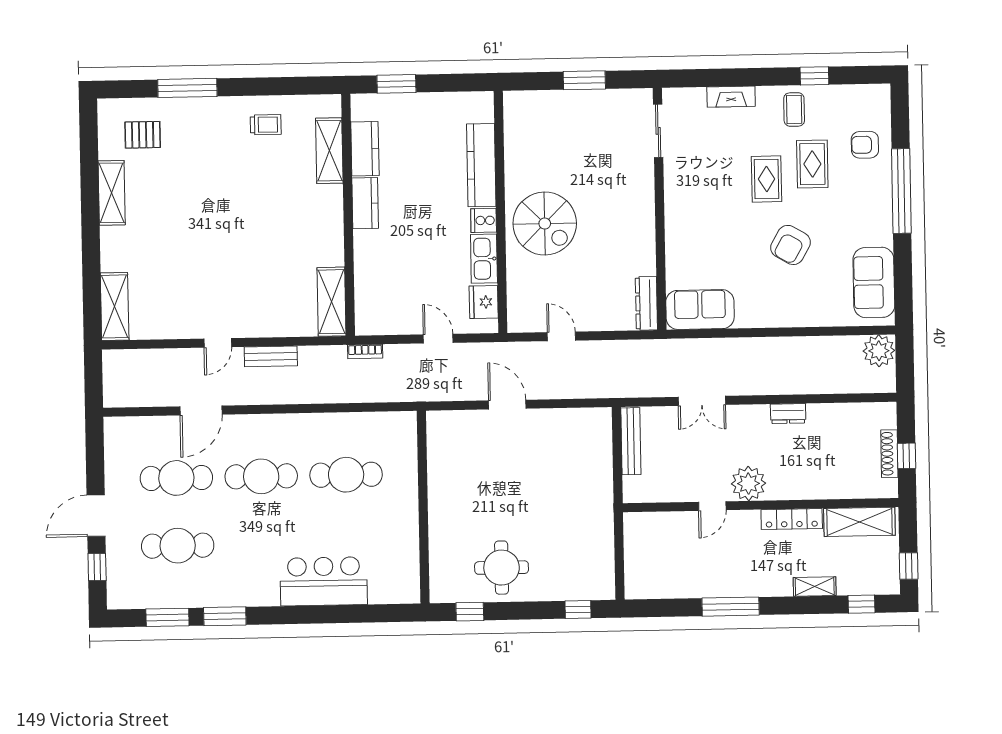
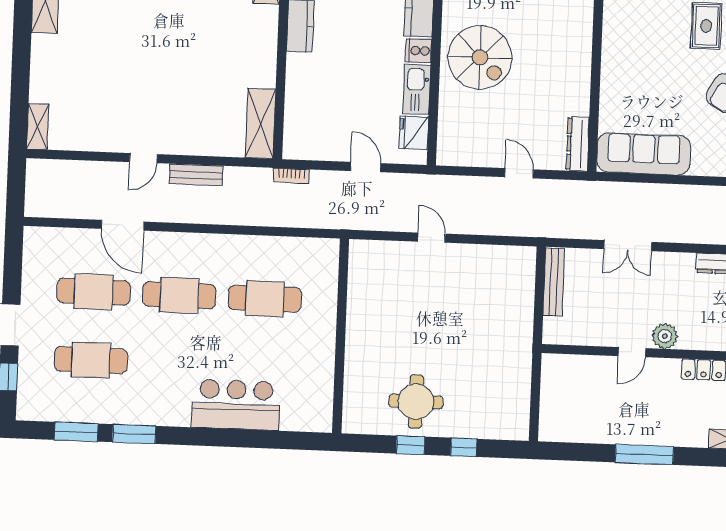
shelving: (115, 306) -> (38, 127), width x0.67, depth x0.75
sofa: (700, 310) -> (644, 154), width x1.36
door: (561, 336) -> (519, 173), moved
door: (507, 405) -> (431, 238), width x0.73
door: (201, 410) -> (122, 225), hinge flipped
plant: (748, 483) -> (665, 336), width x0.73, depth x0.73
window: (578, 609) -> (464, 447), moved
window: (470, 612) -> (411, 445), moved

